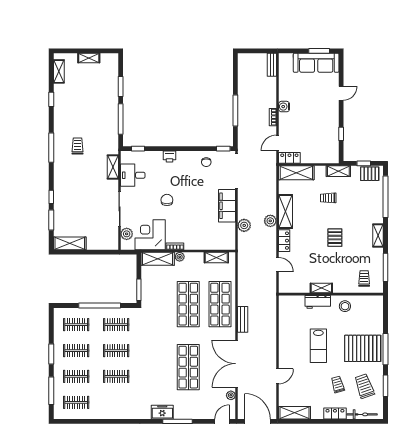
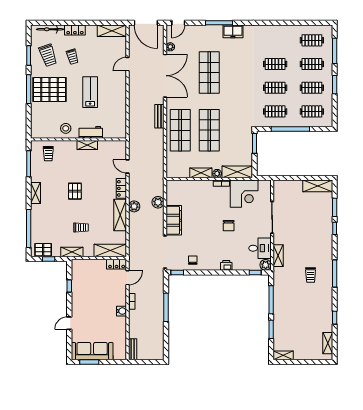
shelving: (89, 58) -> (283, 355), moved
plant: (127, 234) -> (266, 265), moved
shelving: (216, 257) -> (201, 173), moved

